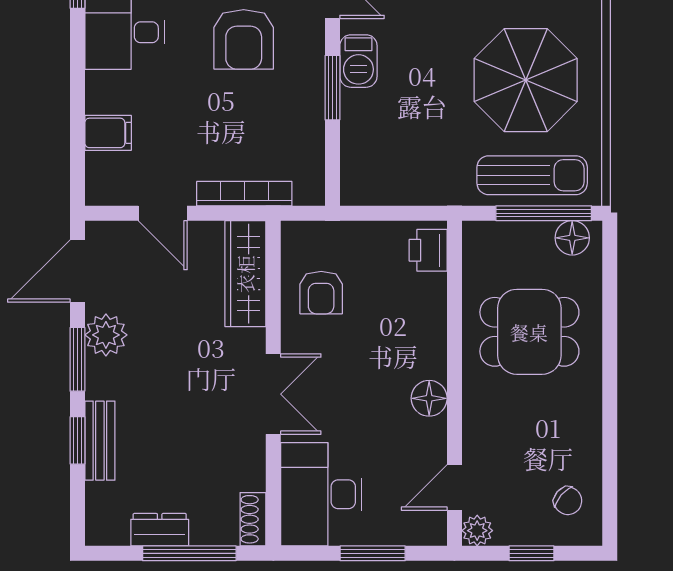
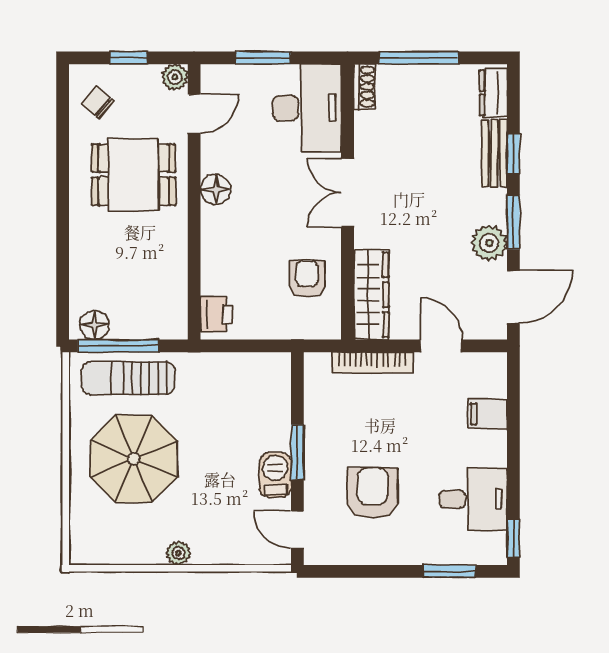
dining table: (529, 332) -> (134, 175), moved
dresser: (160, 530) -> (493, 93), moved, turned 90

